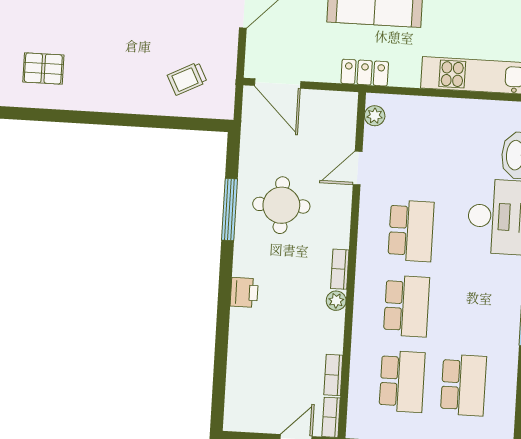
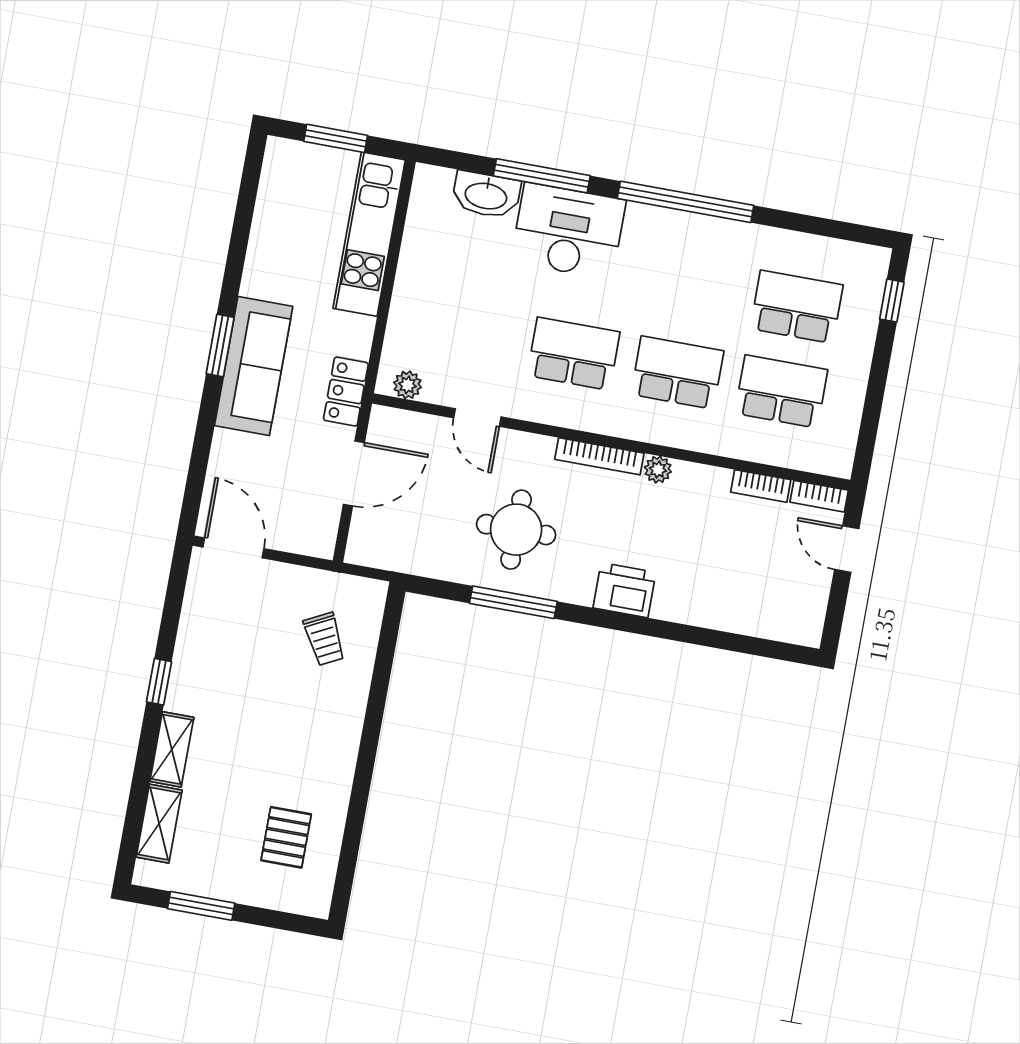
door: (278, 83) -> (354, 474), moved
bookcase: (340, 269) -> (599, 456), width x1.56
printer: (244, 292) -> (624, 590), width x1.36, depth x1.24

